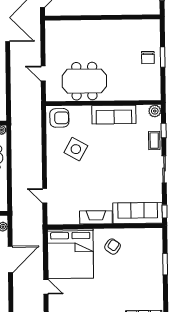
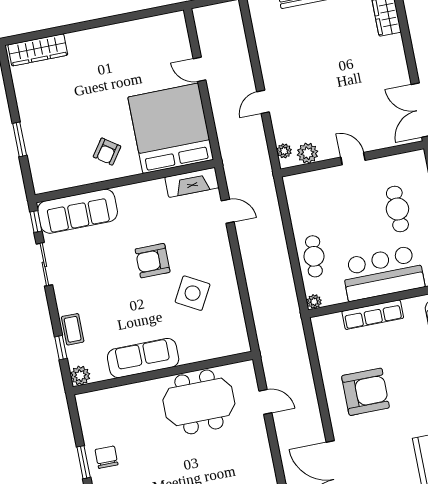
armchair: (59, 118) -> (153, 261), moved
sliding door: (164, 169) -> (44, 264), moved
fireplace: (96, 217) -> (192, 182), moved
door: (10, 259) -> (263, 102), width x0.53

